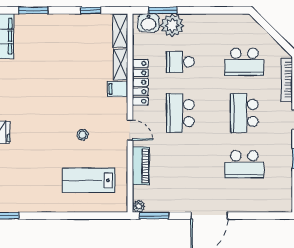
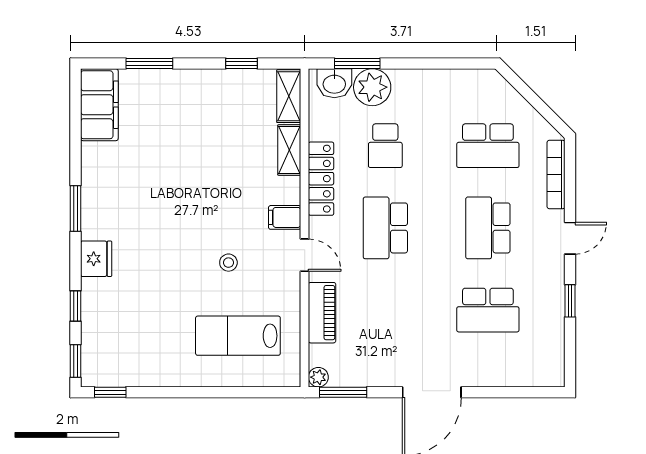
school desk: (180, 62) -> (385, 146), turned -90
filing cabinet: (118, 89) -> (285, 217), moved

